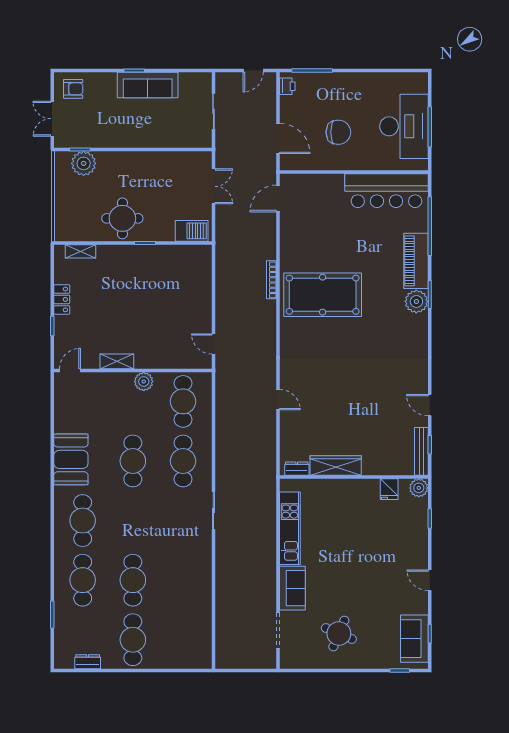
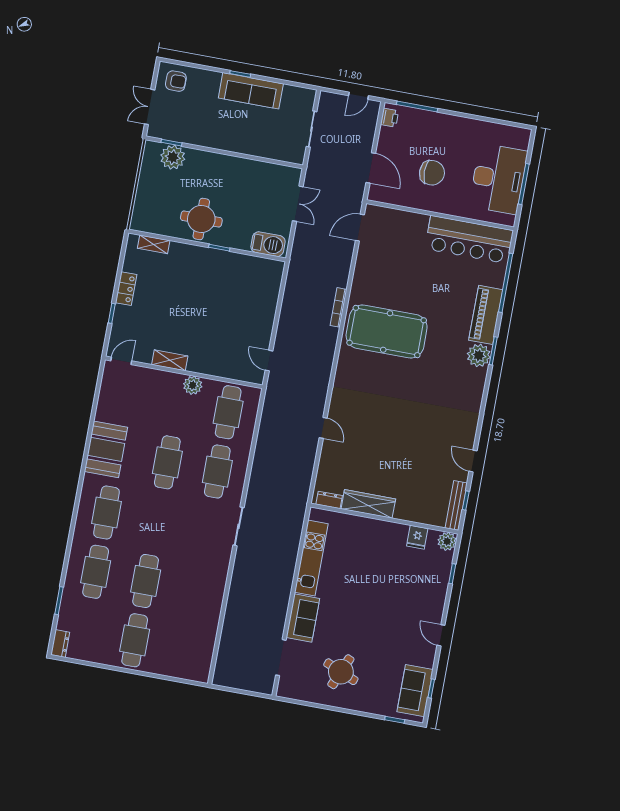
dresser: (88, 662) -> (60, 643), moved, turned 90

